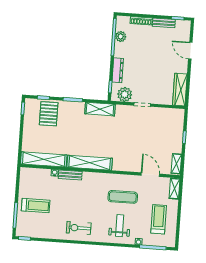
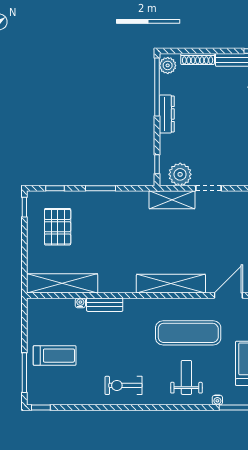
plant: (121, 36) -> (168, 65), moved
dresser: (118, 70) -> (167, 114), moved
shelving: (100, 109) -> (172, 200), moved
pallet: (49, 114) -> (58, 227), moved
shelving: (90, 163) -> (171, 284), moved
door: (150, 175) -> (228, 295), hinge flipped
exercise mat: (123, 197) -> (188, 333), width x1.36, depth x1.45

